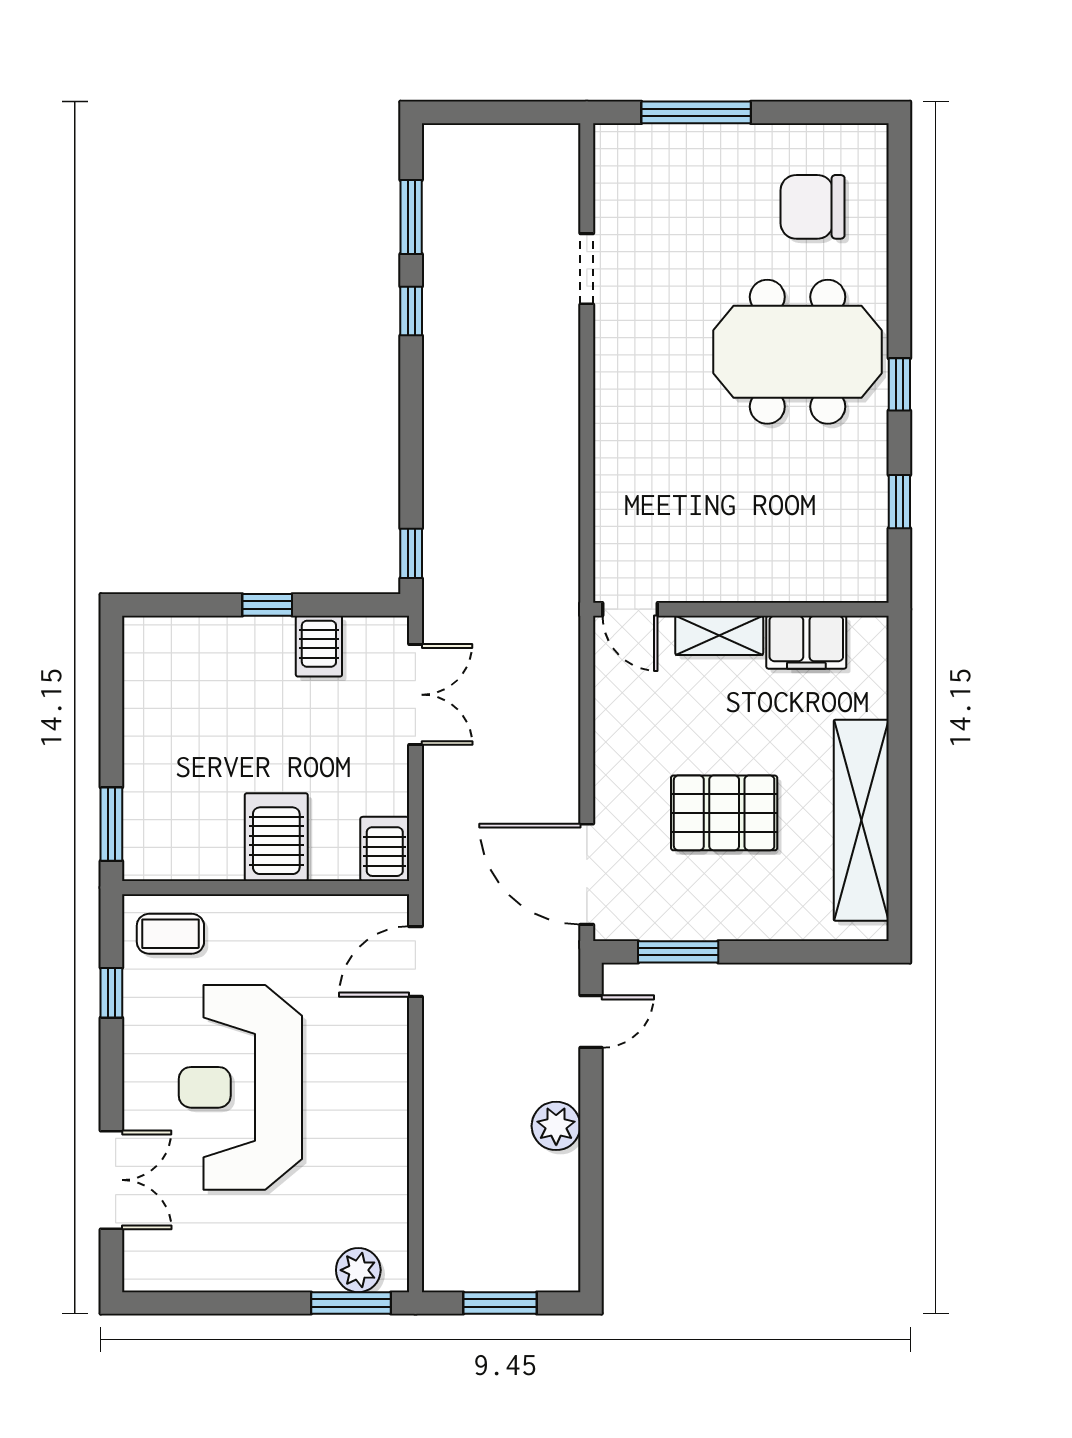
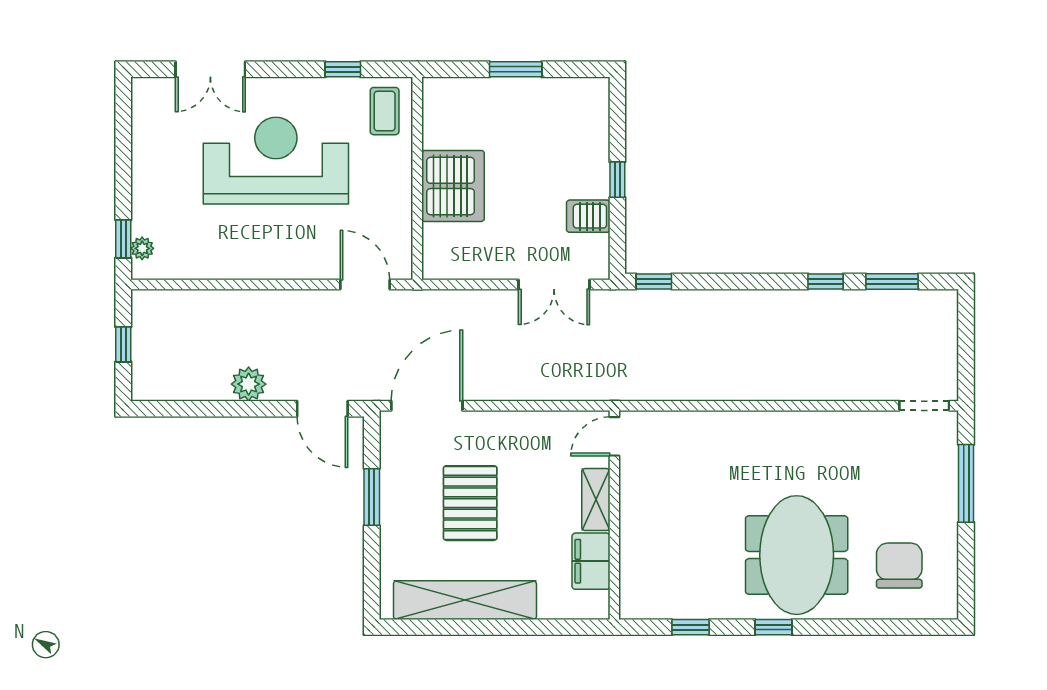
doorway: (587, 269) -> (924, 406), moved
window: (111, 824) -> (516, 69), moved
server rack: (276, 837) -> (453, 186), width x1.60
server rack: (385, 849) -> (445, 263), removed
window: (678, 952) -> (372, 497), moved
door: (591, 1022) -> (322, 409), width x1.38
plant: (358, 1270) -> (142, 248), width x0.73, depth x0.73
window: (351, 1303) -> (123, 239), width x0.67
window: (500, 1303) -> (123, 344), width x0.67

